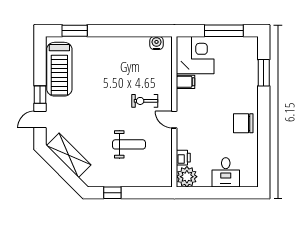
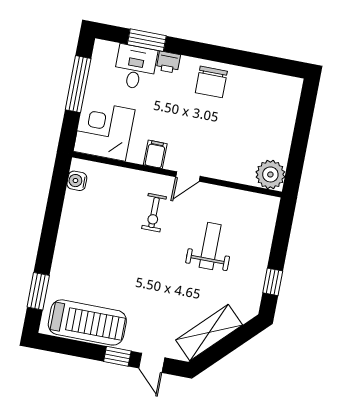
filing cabinet: (185, 82) -> (155, 154), moved
printer: (183, 158) -> (168, 62), moved, turned 180
desk: (226, 172) -> (135, 67), moved, turned -90

